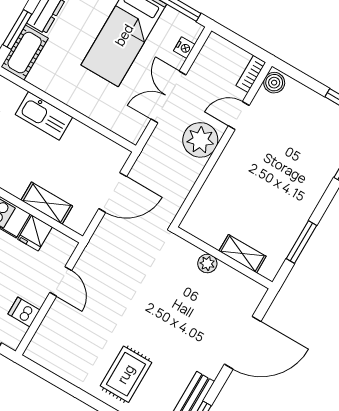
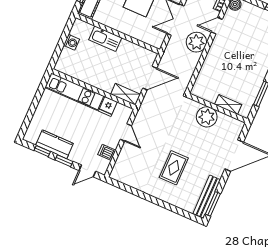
shelving: (47, 203) -> (126, 94), moved
plant: (207, 263) -> (207, 117), width x1.87, depth x1.87
rug: (126, 374) -> (174, 168), moved

